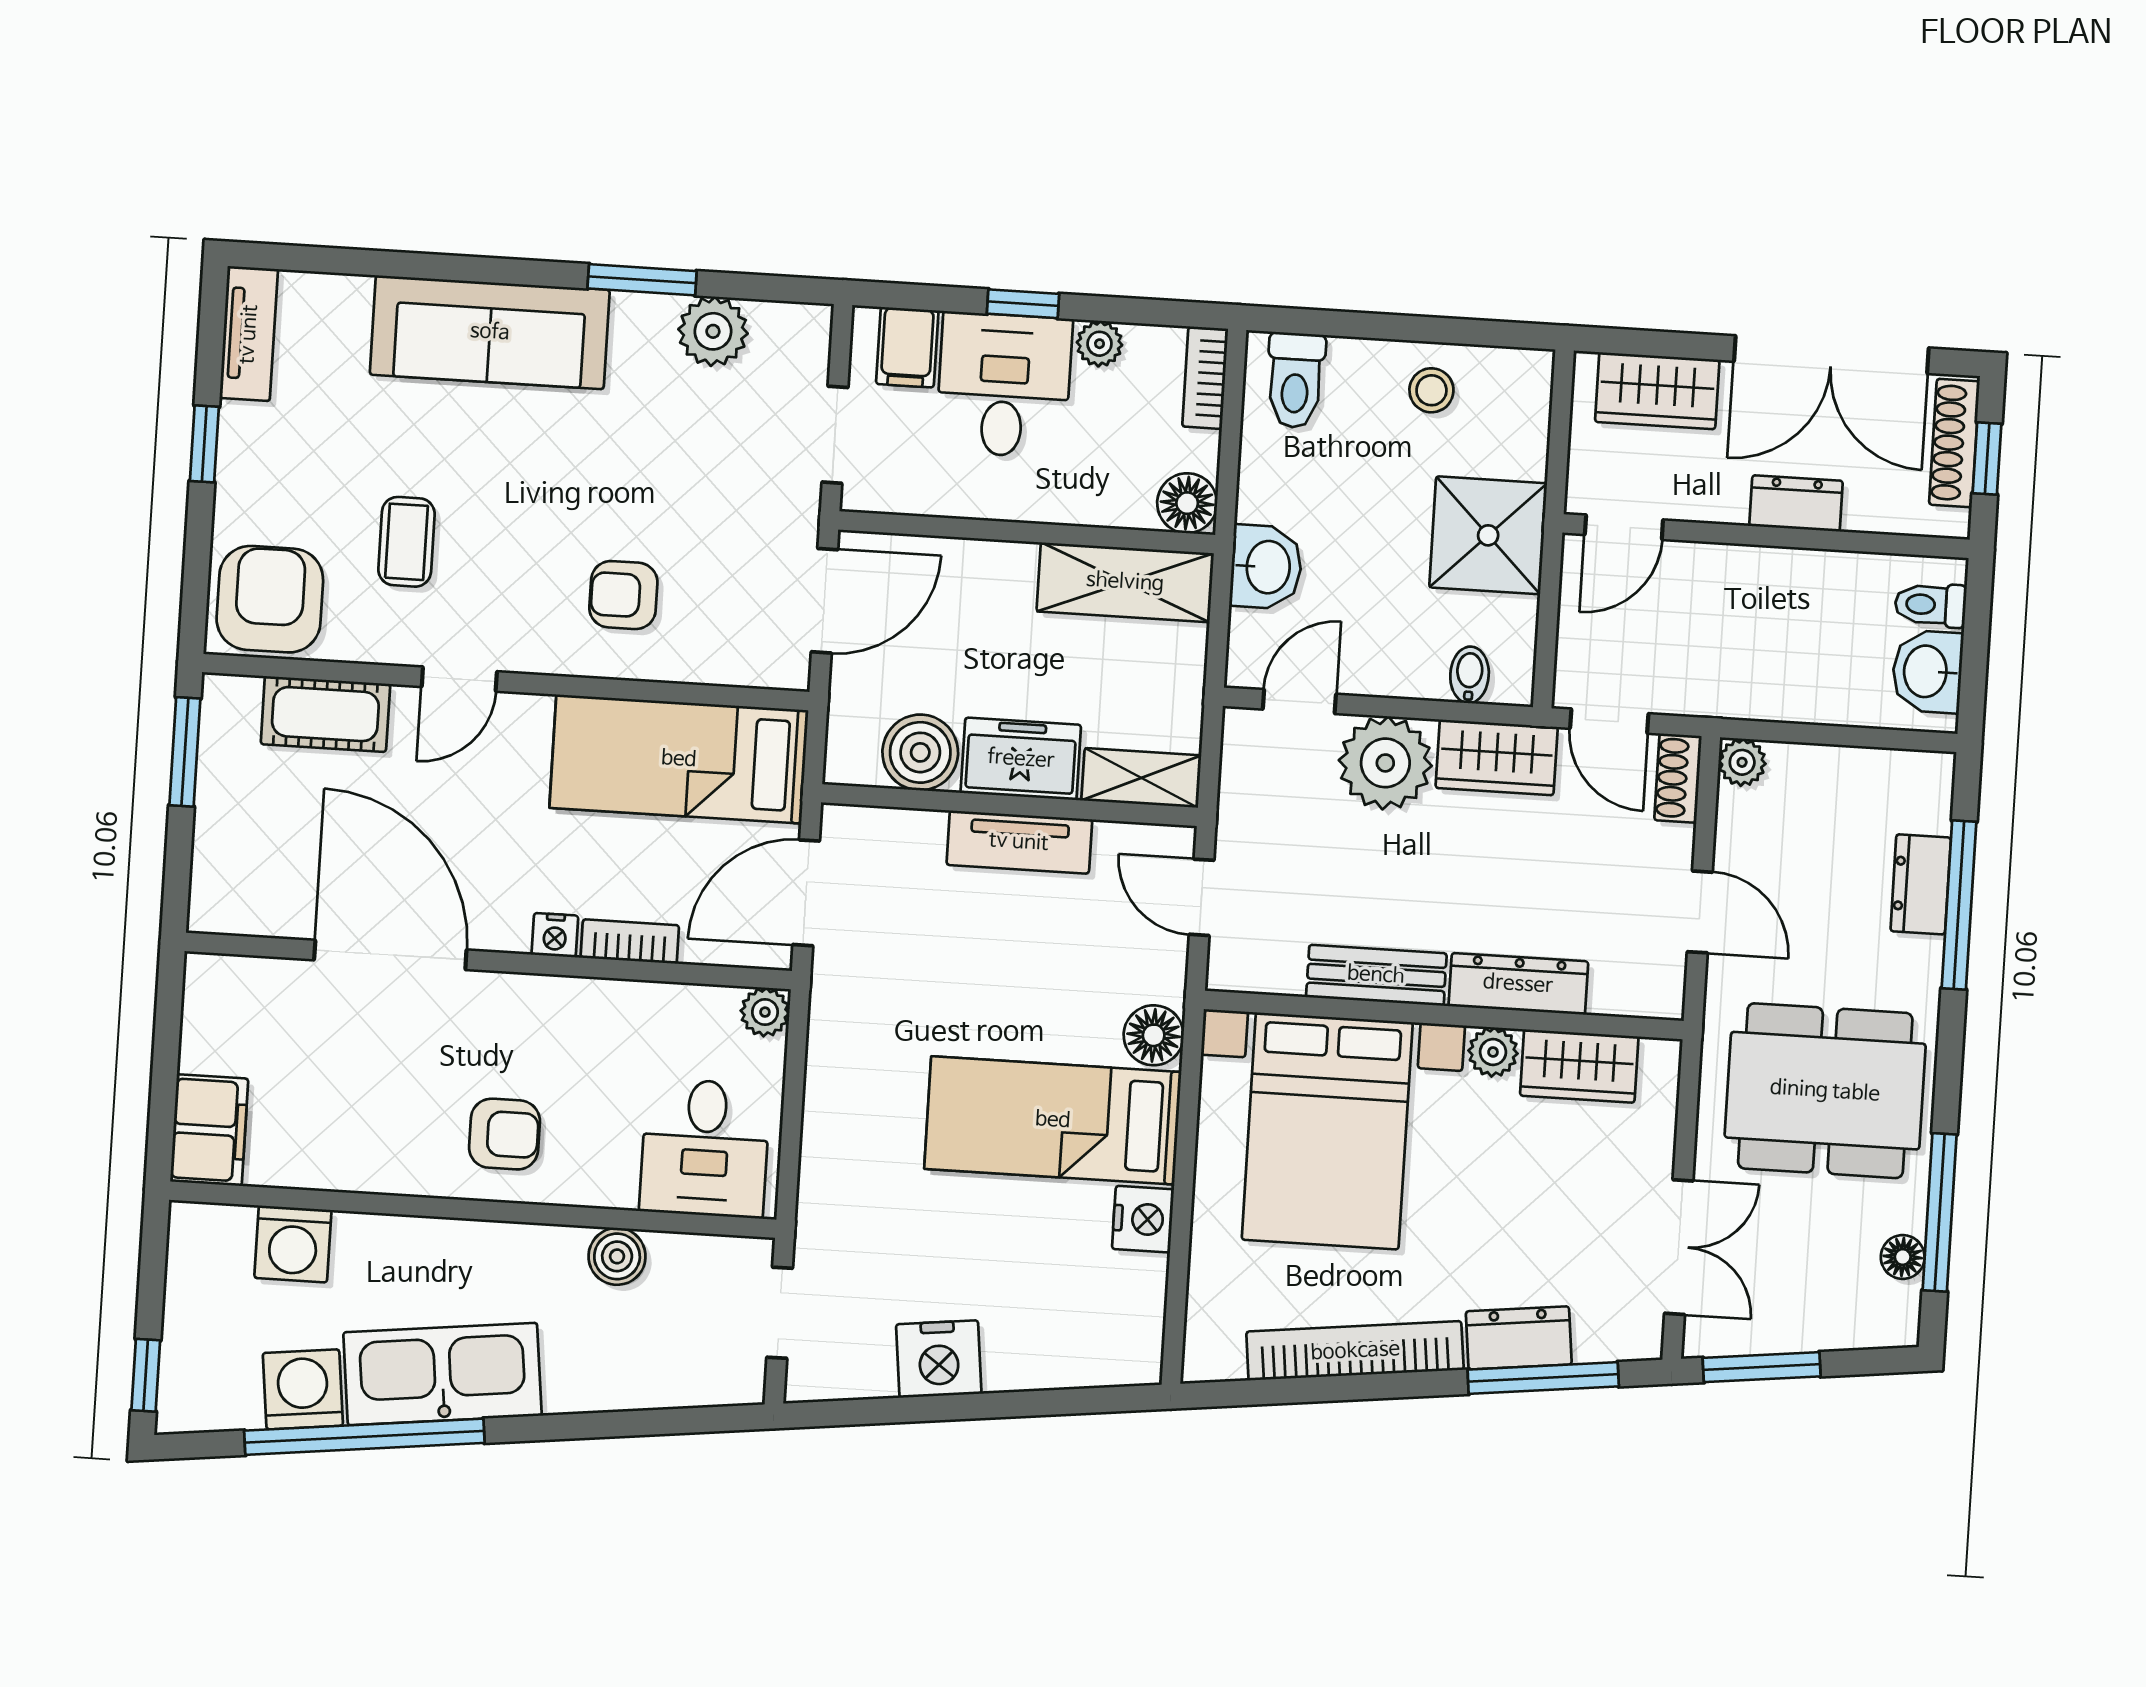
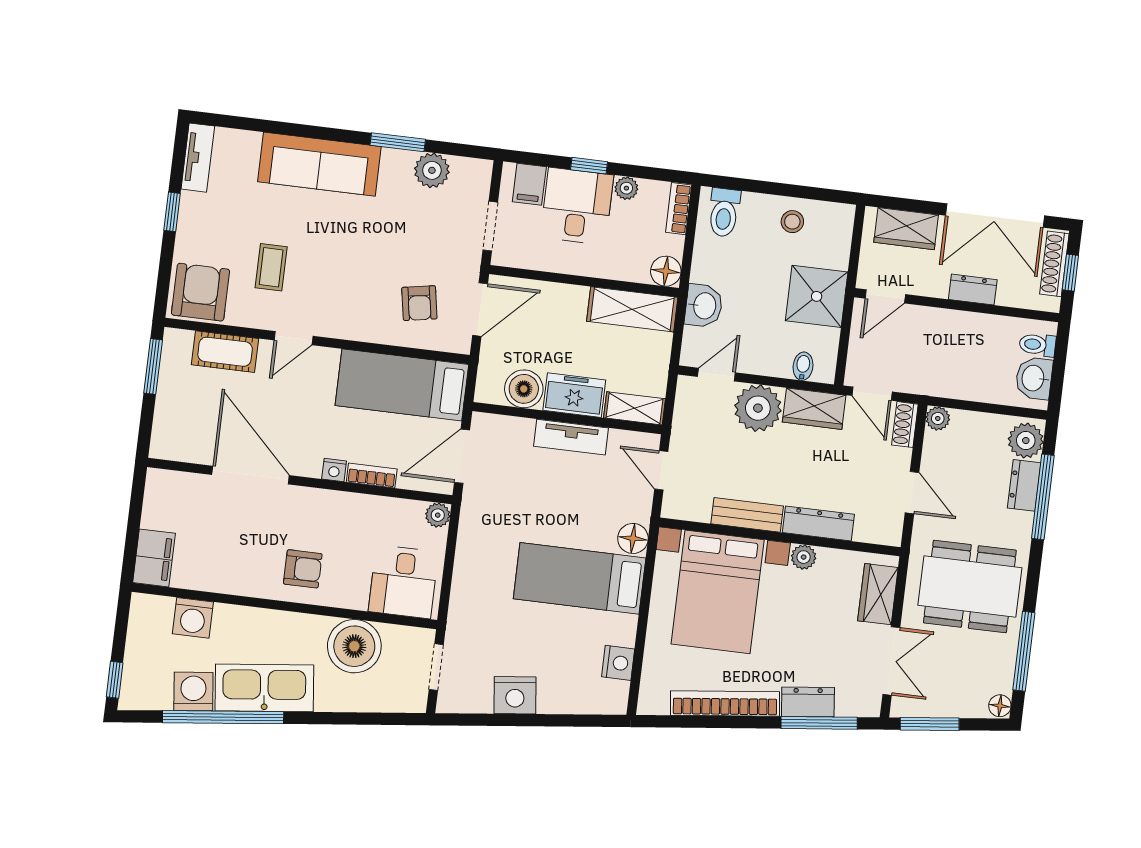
armchair: (623, 595) -> (419, 303), moved, turned -100
plant: (1919, 796) -> (1026, 441), added
wardrobe: (1579, 1066) -> (878, 594), moved, turned 90
nightstand: (1143, 1219) -> (618, 663), moved
boiler: (617, 1256) -> (354, 646), width x1.86, depth x1.86
floor lamp: (1903, 1257) -> (1000, 706), moved

